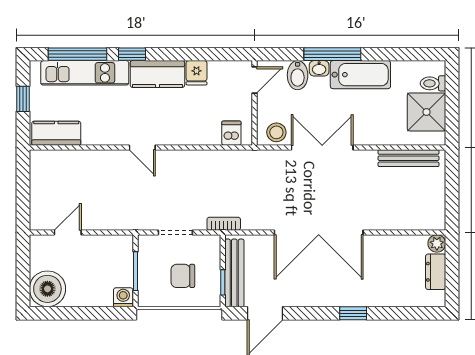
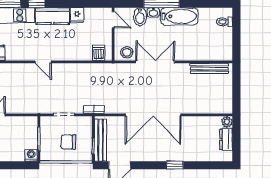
door: (255, 80) -> (113, 20), hinge flipped
shower: (427, 112) -> (220, 40), removed

